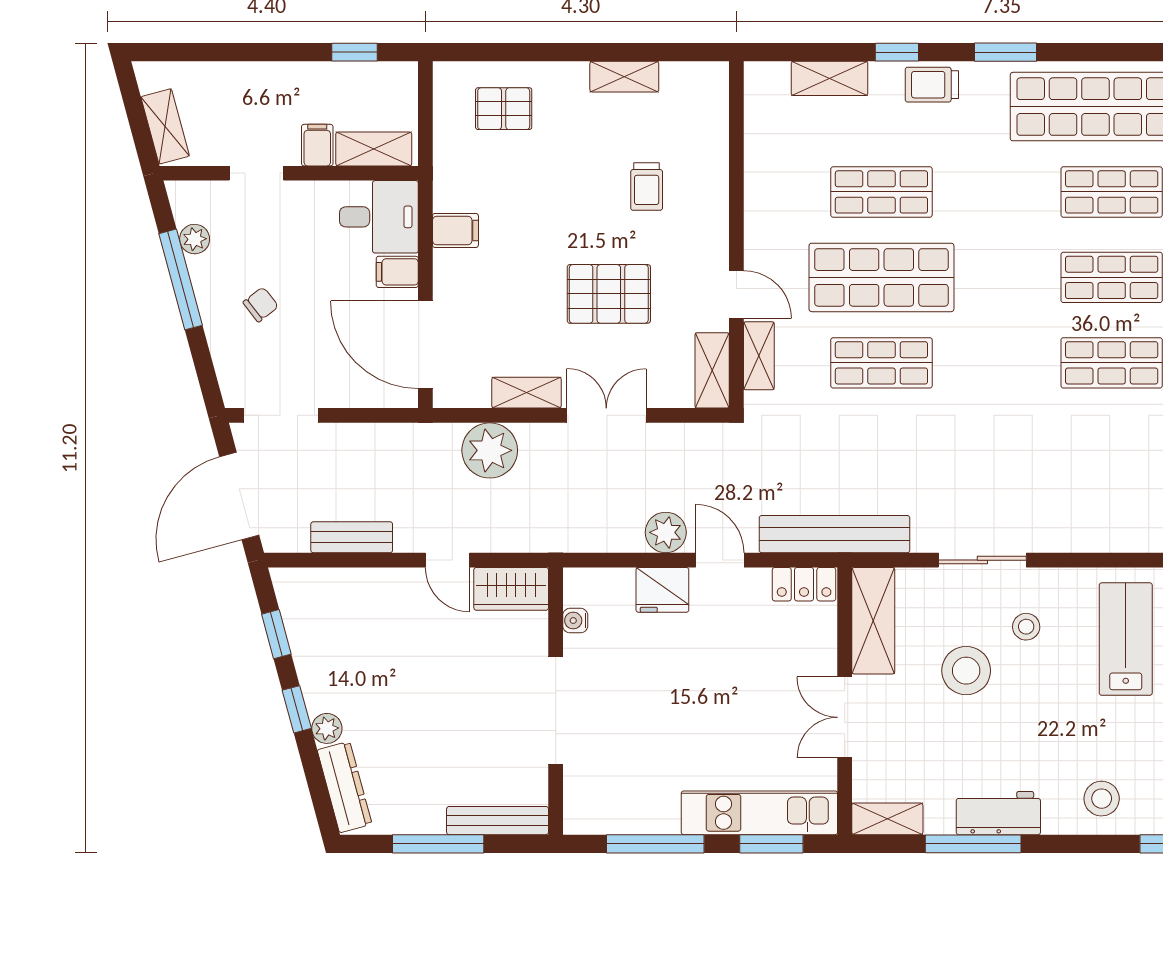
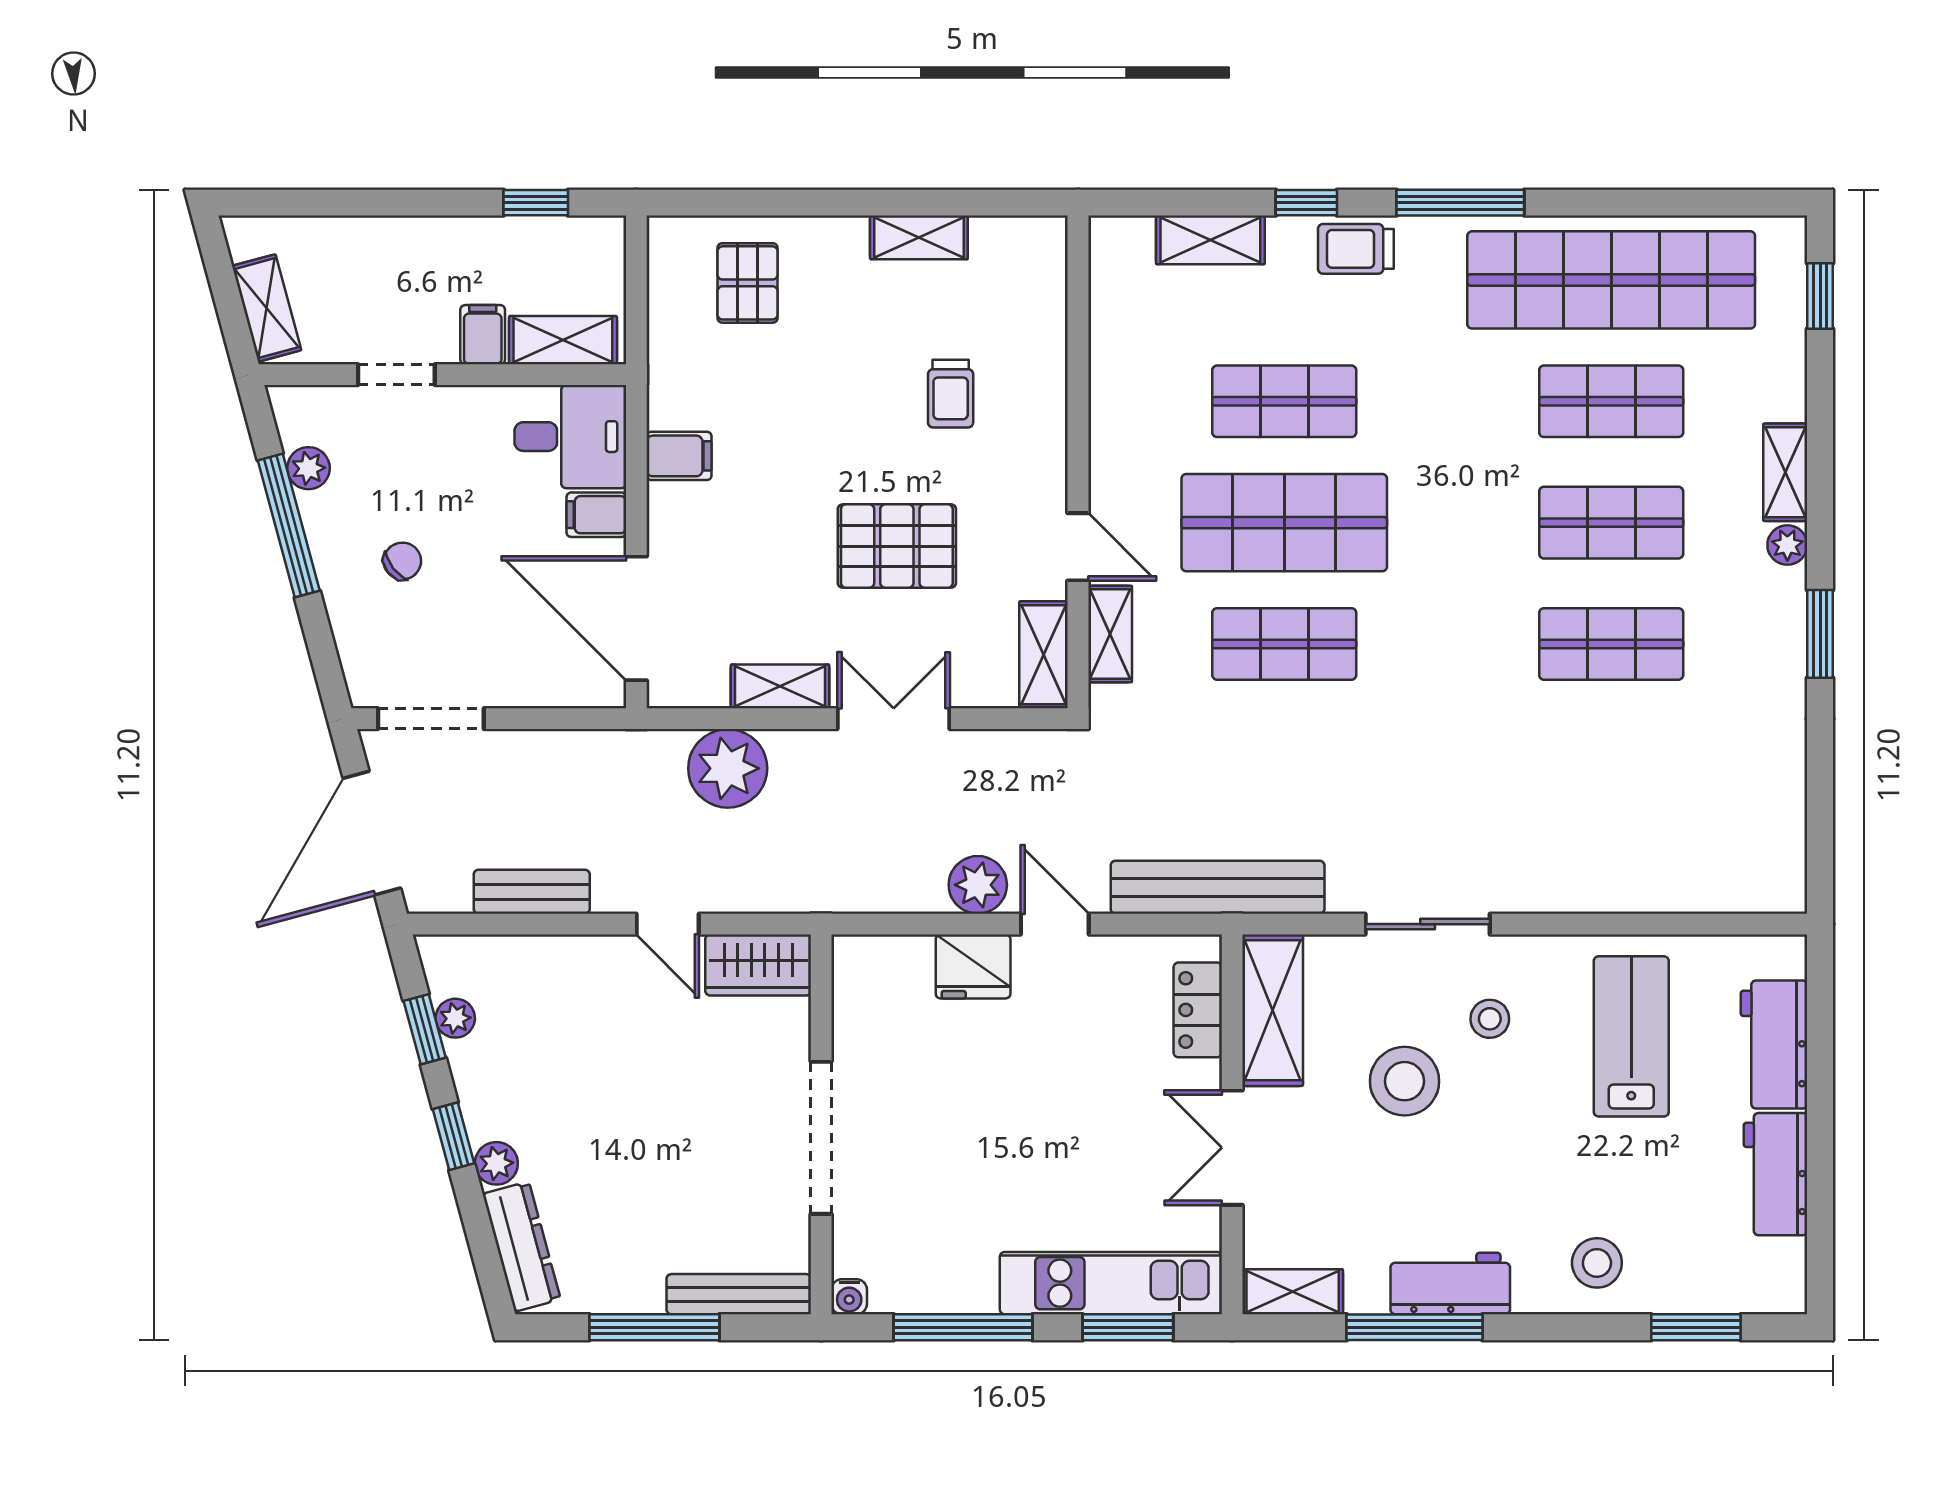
window: (1005, 52) -> (1460, 203), width x1.44
pallet: (504, 109) -> (748, 283), turned 90
locker: (804, 584) -> (1198, 1010), moved, turned 90
water cooler: (575, 621) -> (849, 1297), moved, turned -90
plant: (298, 626) -> (455, 1018), added

